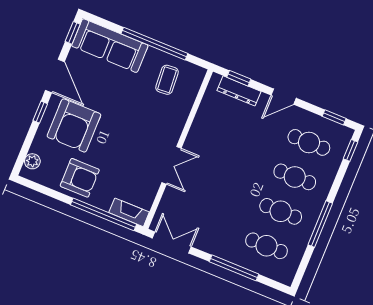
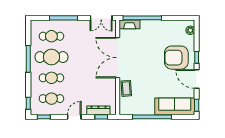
coffee table: (167, 80) -> (126, 88), moved
armchair: (74, 125) -> (176, 58), turned -90
double door: (171, 165) -> (118, 58), width x1.87
armchair: (80, 178) -> (162, 32), removed
cafe table: (281, 211) -> (51, 57), width x1.37, depth x1.35

